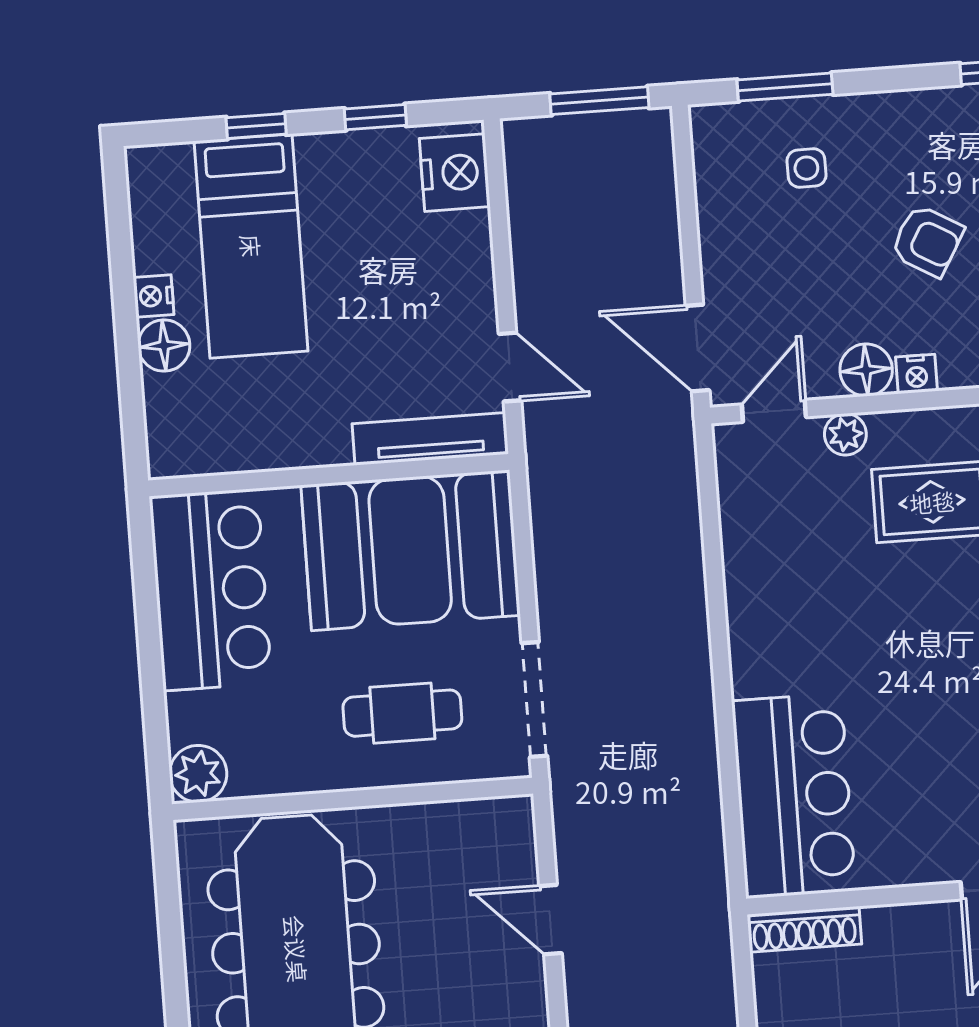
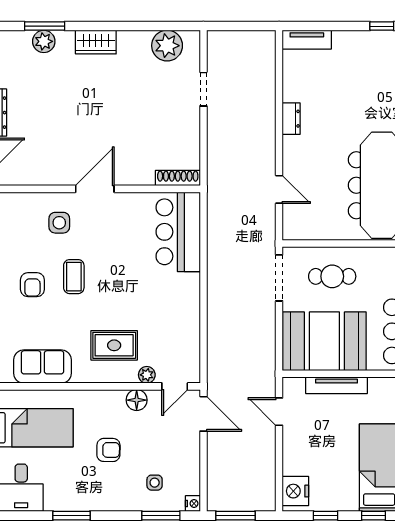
armchair: (927, 241) -> (108, 450), turned 151
nightstand: (917, 374) -> (193, 504), moved, turned 90
tv unit: (430, 439) -> (337, 385), moved

